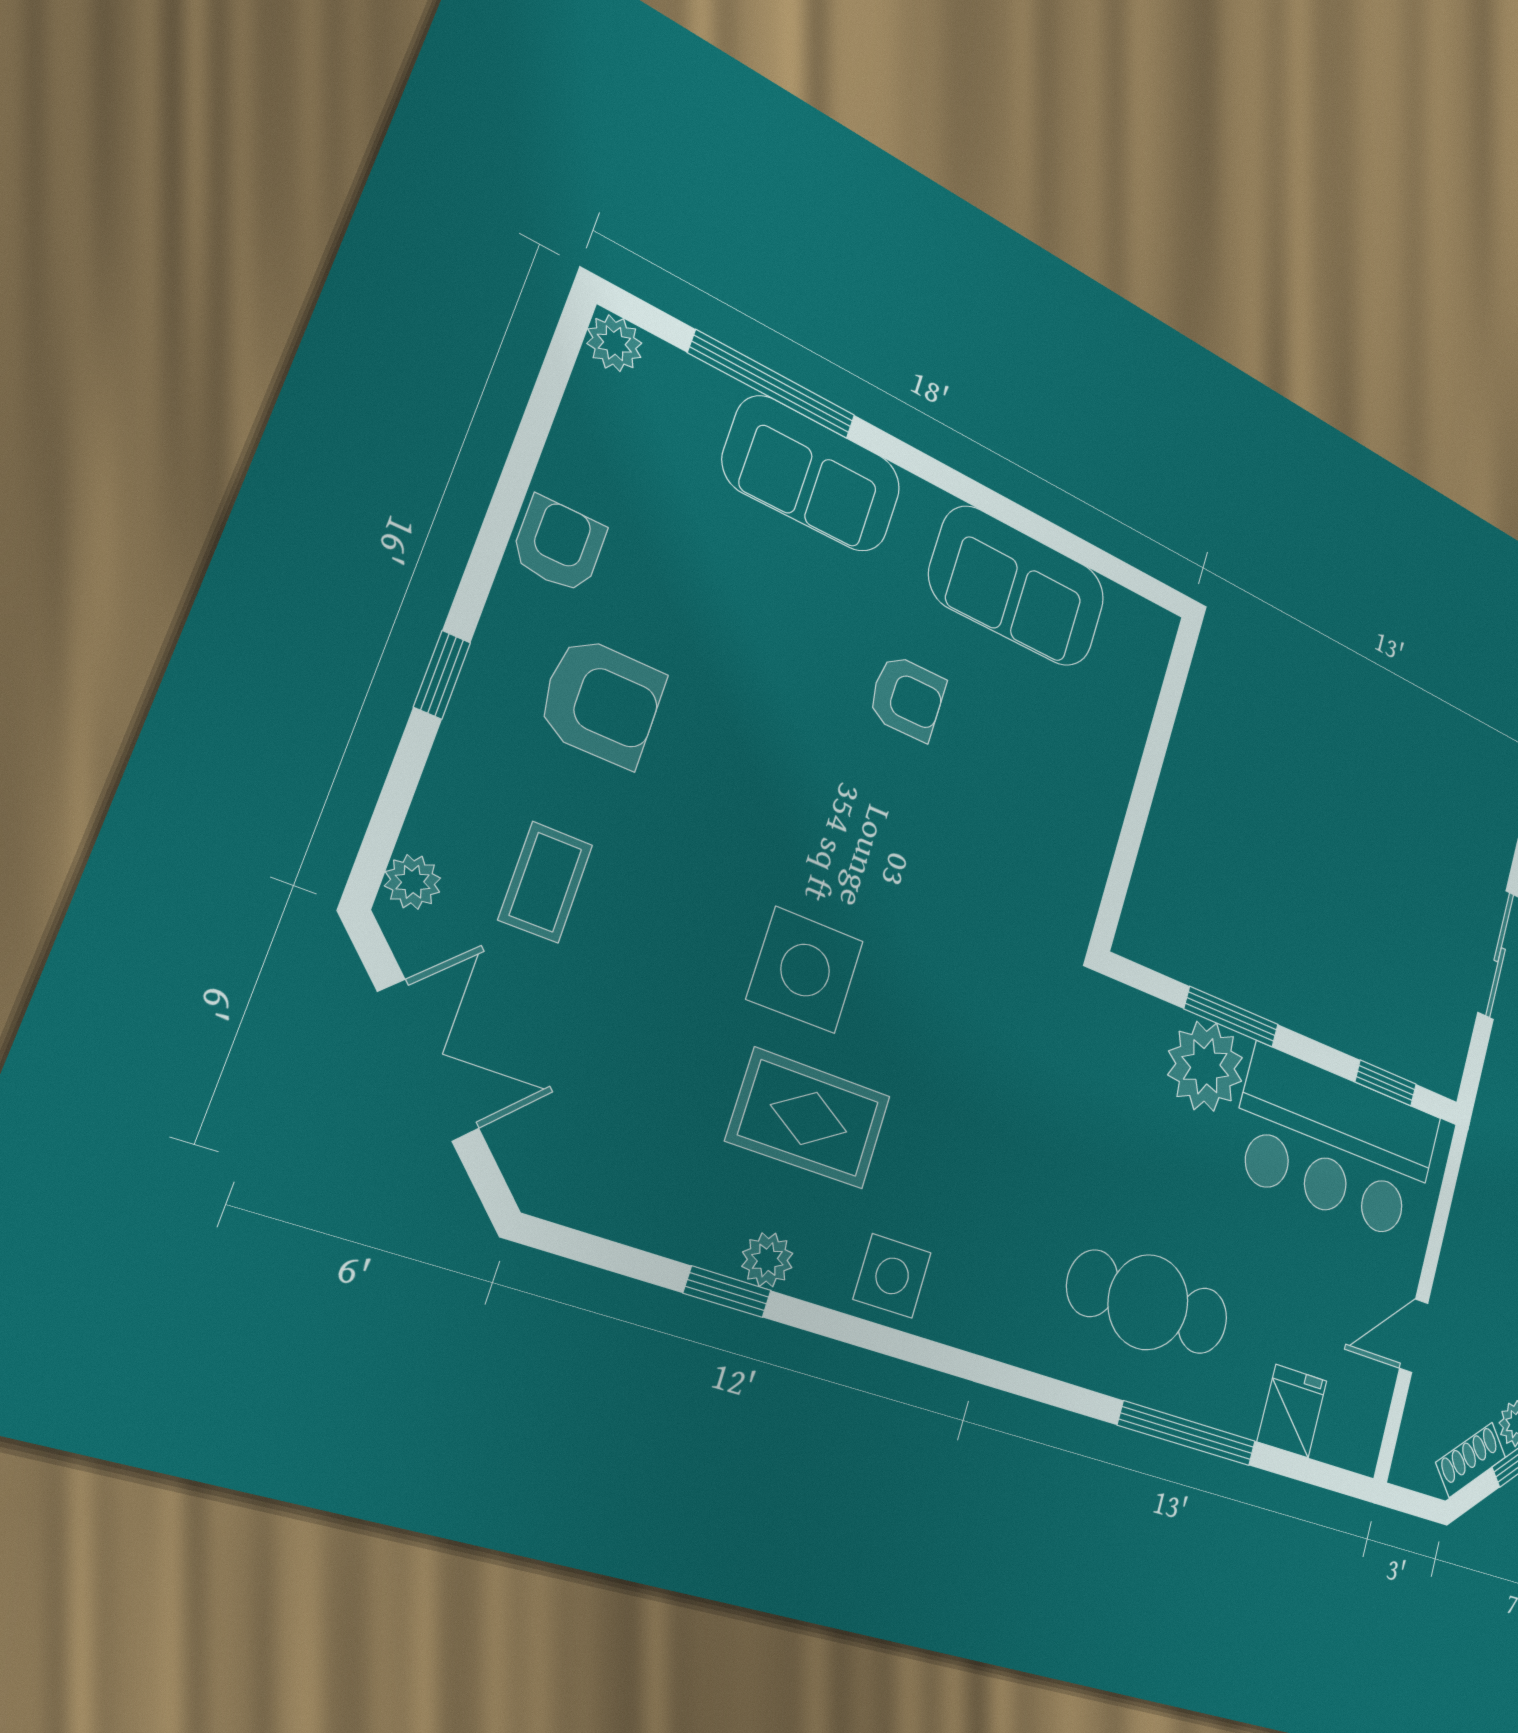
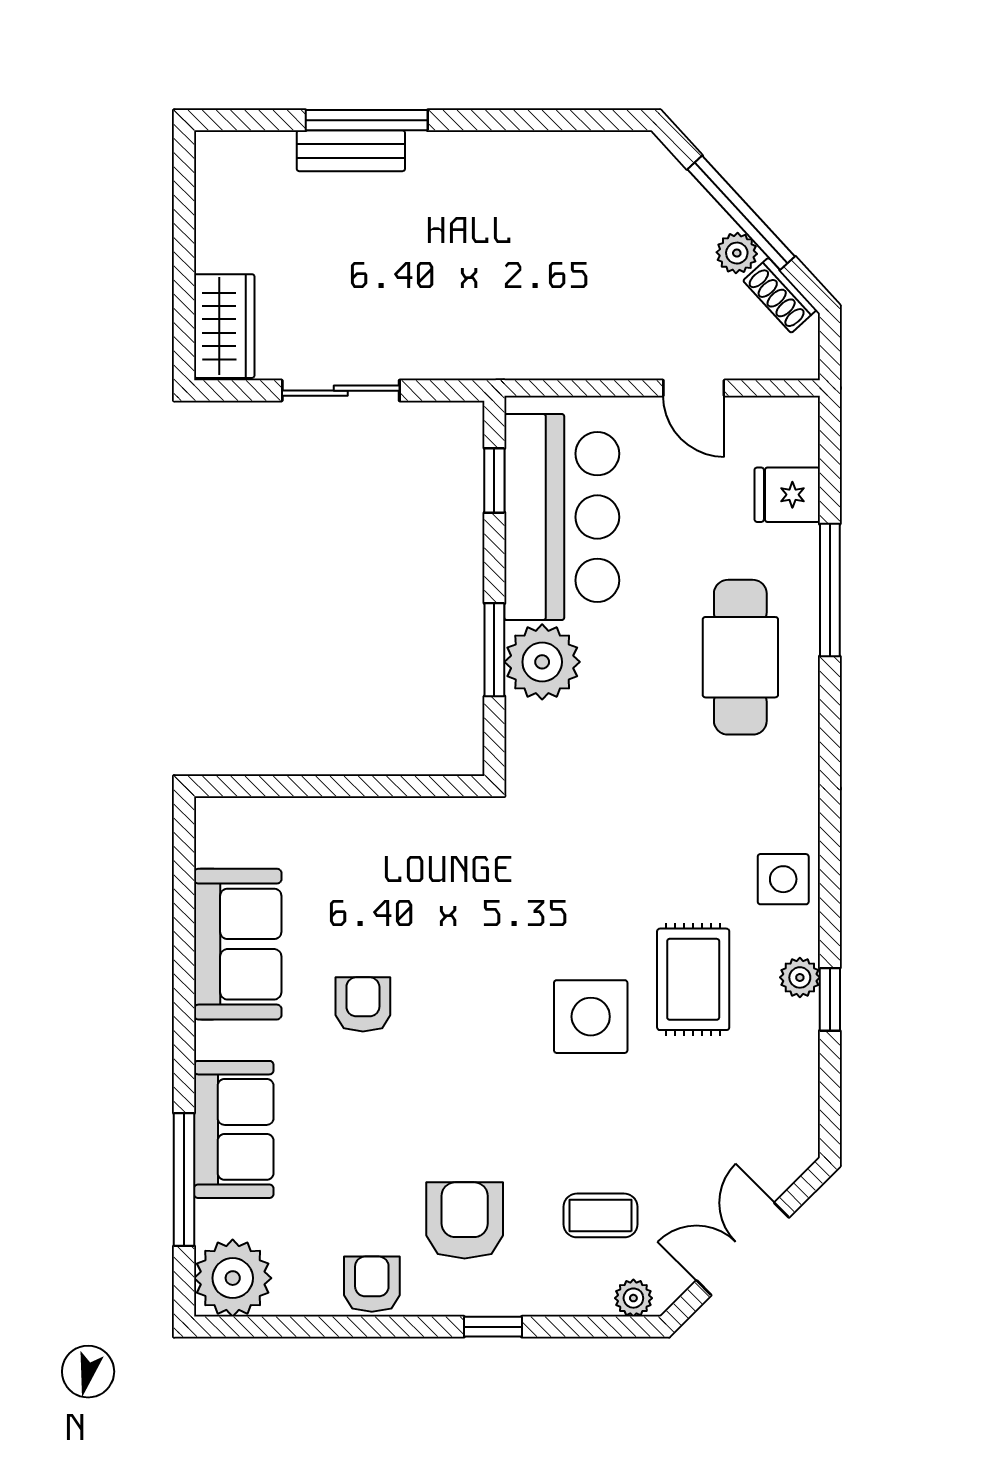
plant: (614, 343) -> (233, 1278), width x1.88, depth x1.88
armchair: (559, 545) -> (372, 1284), turned 90

